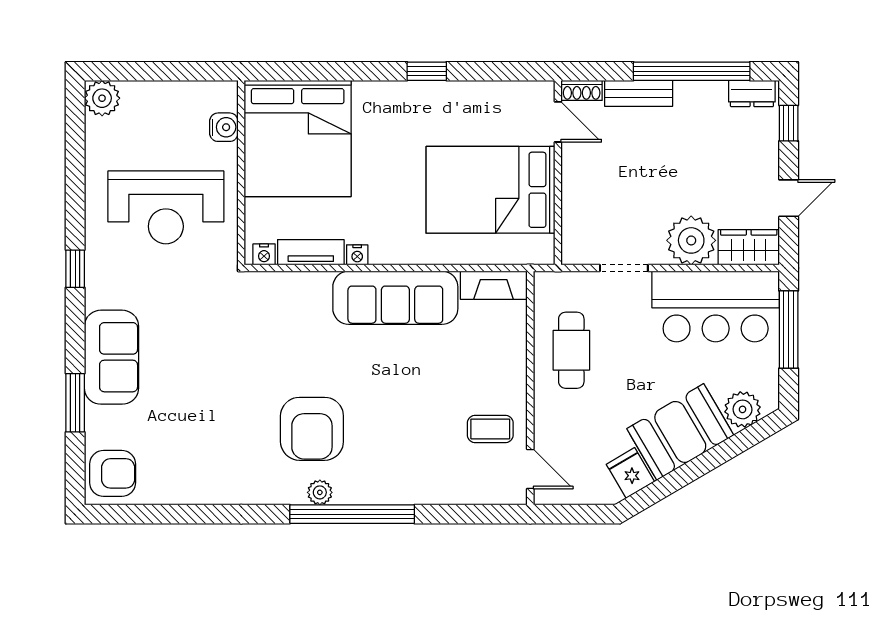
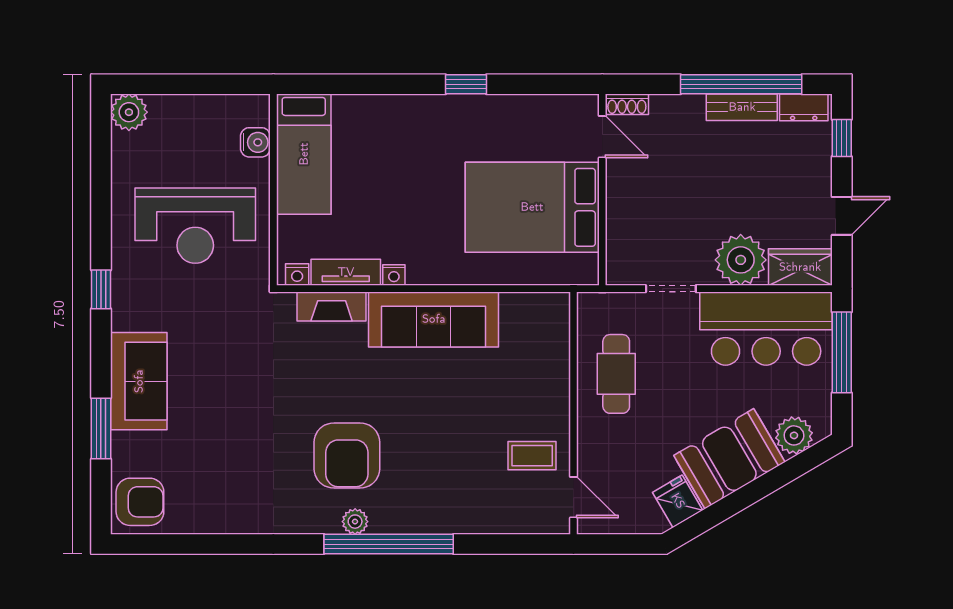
bench: (639, 93) -> (742, 107), moved
bed: (298, 139) -> (304, 154), width x0.49
fireplace: (494, 285) -> (332, 306), moved

